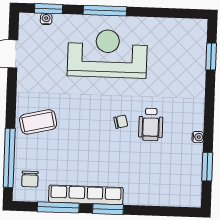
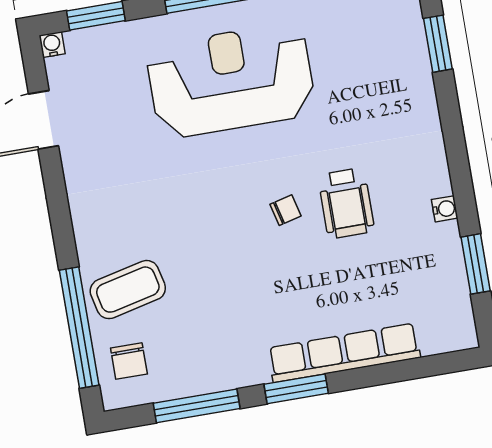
water cooler: (46, 19) -> (52, 45), moved
coffee table: (38, 122) -> (128, 290), moved
row of seats: (86, 195) -> (344, 353), moved

